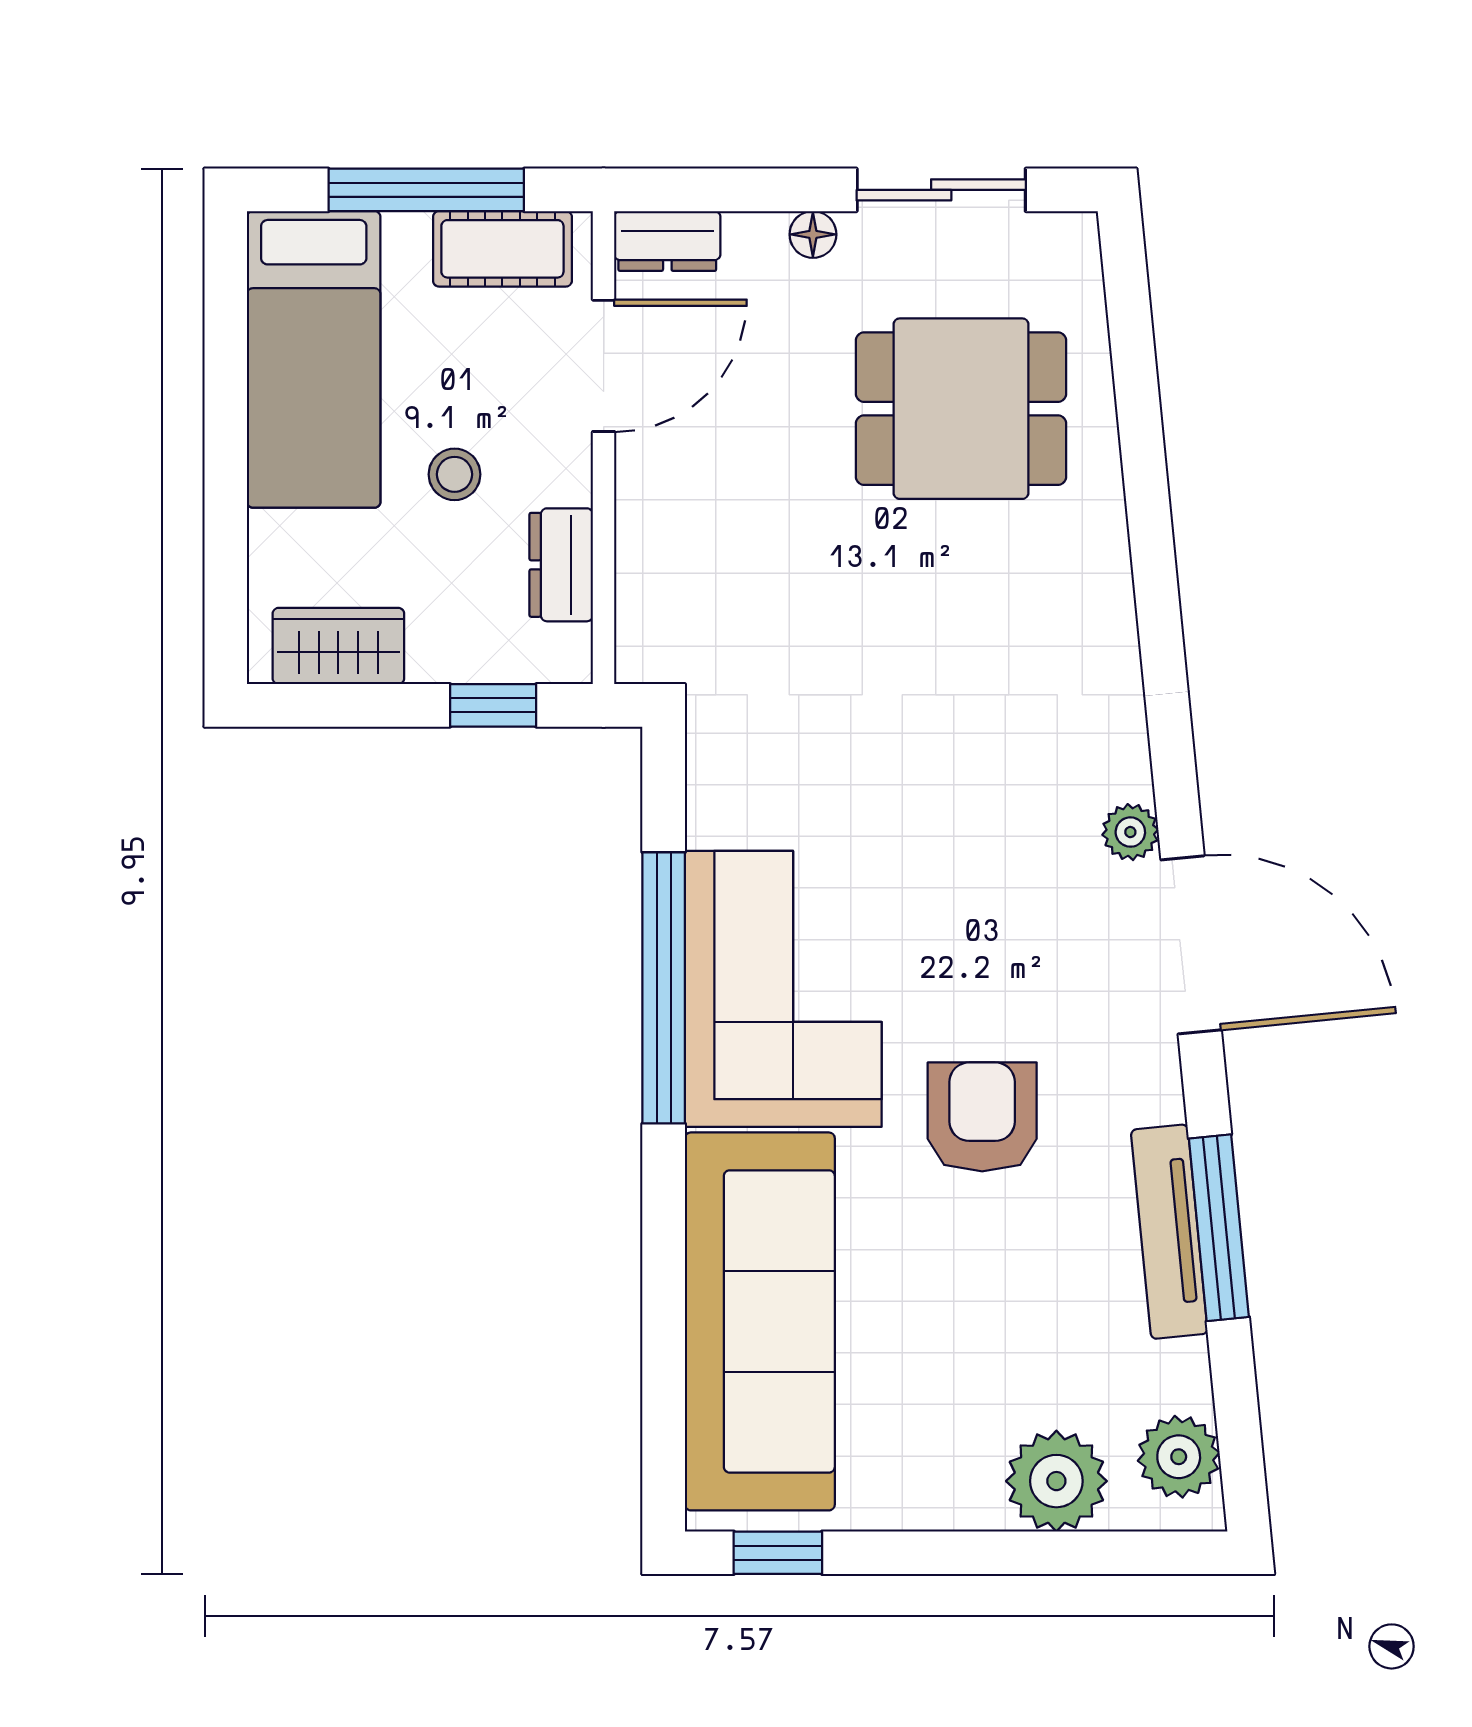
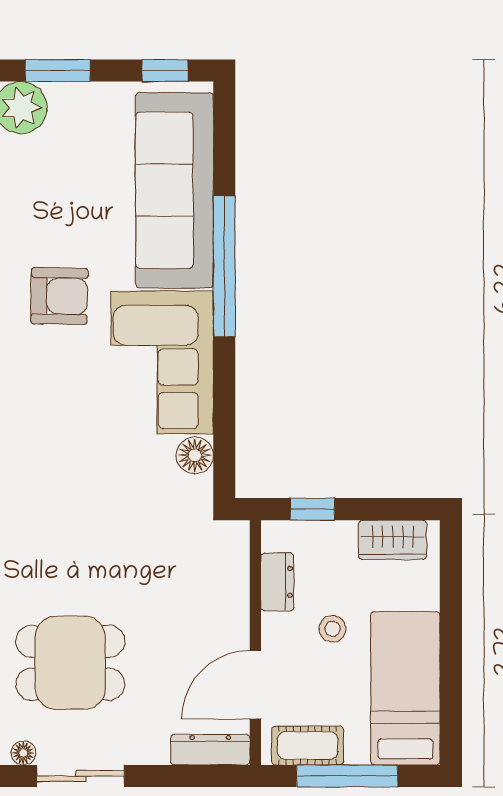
floor lamp: (813, 234) -> (23, 753), moved
dresser: (667, 241) -> (210, 750), width x1.44
floor lamp: (720, 809) -> (195, 455), added
window: (664, 988) -> (224, 266), moved
armchair: (982, 1117) -> (59, 296), turned -89
window: (985, 1553) -> (58, 71), added

